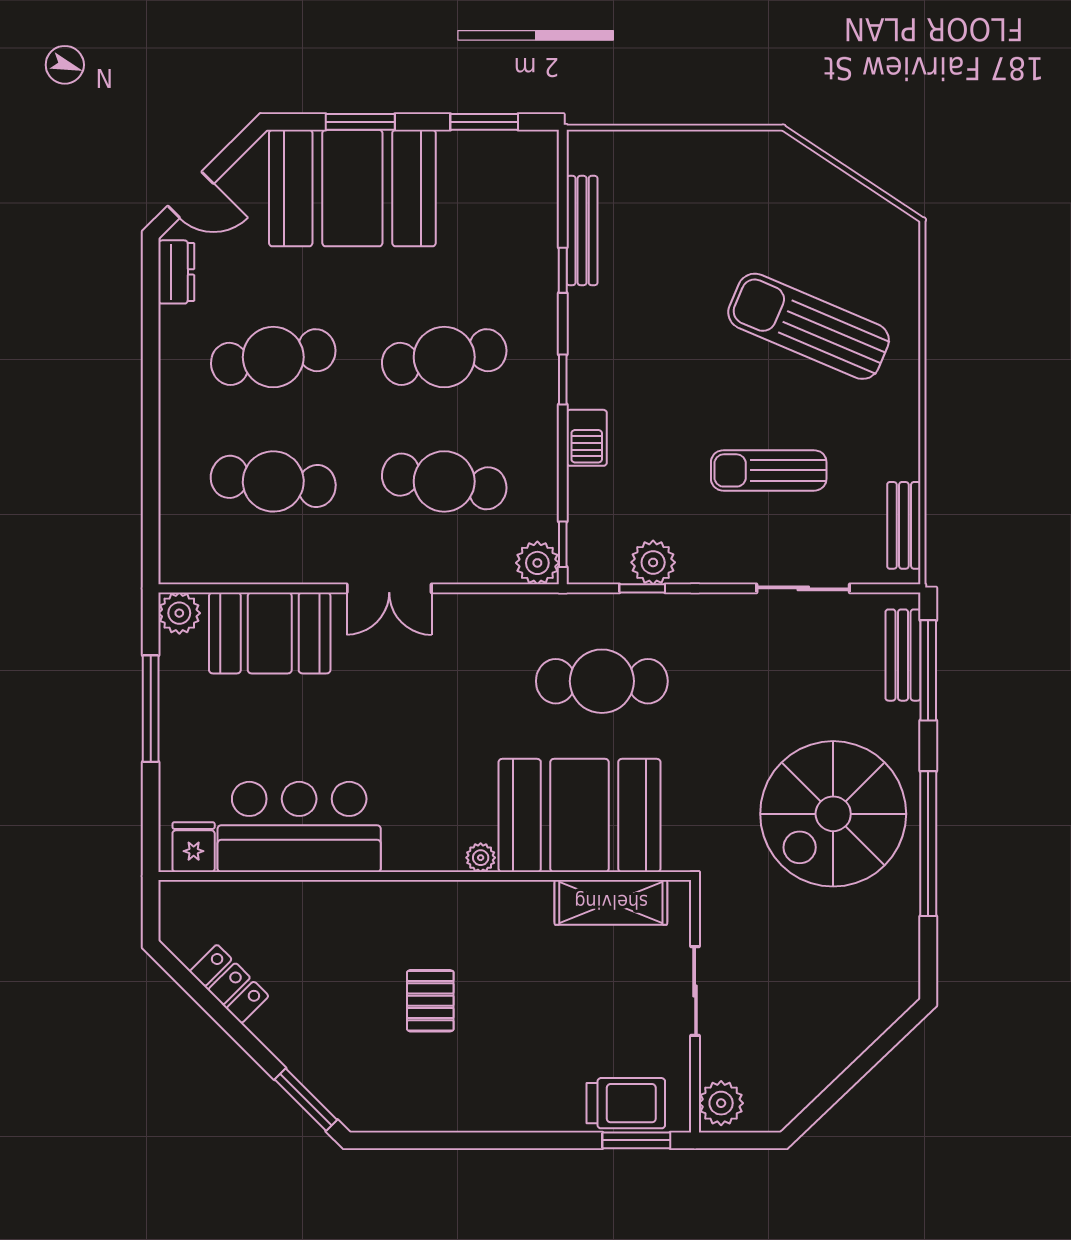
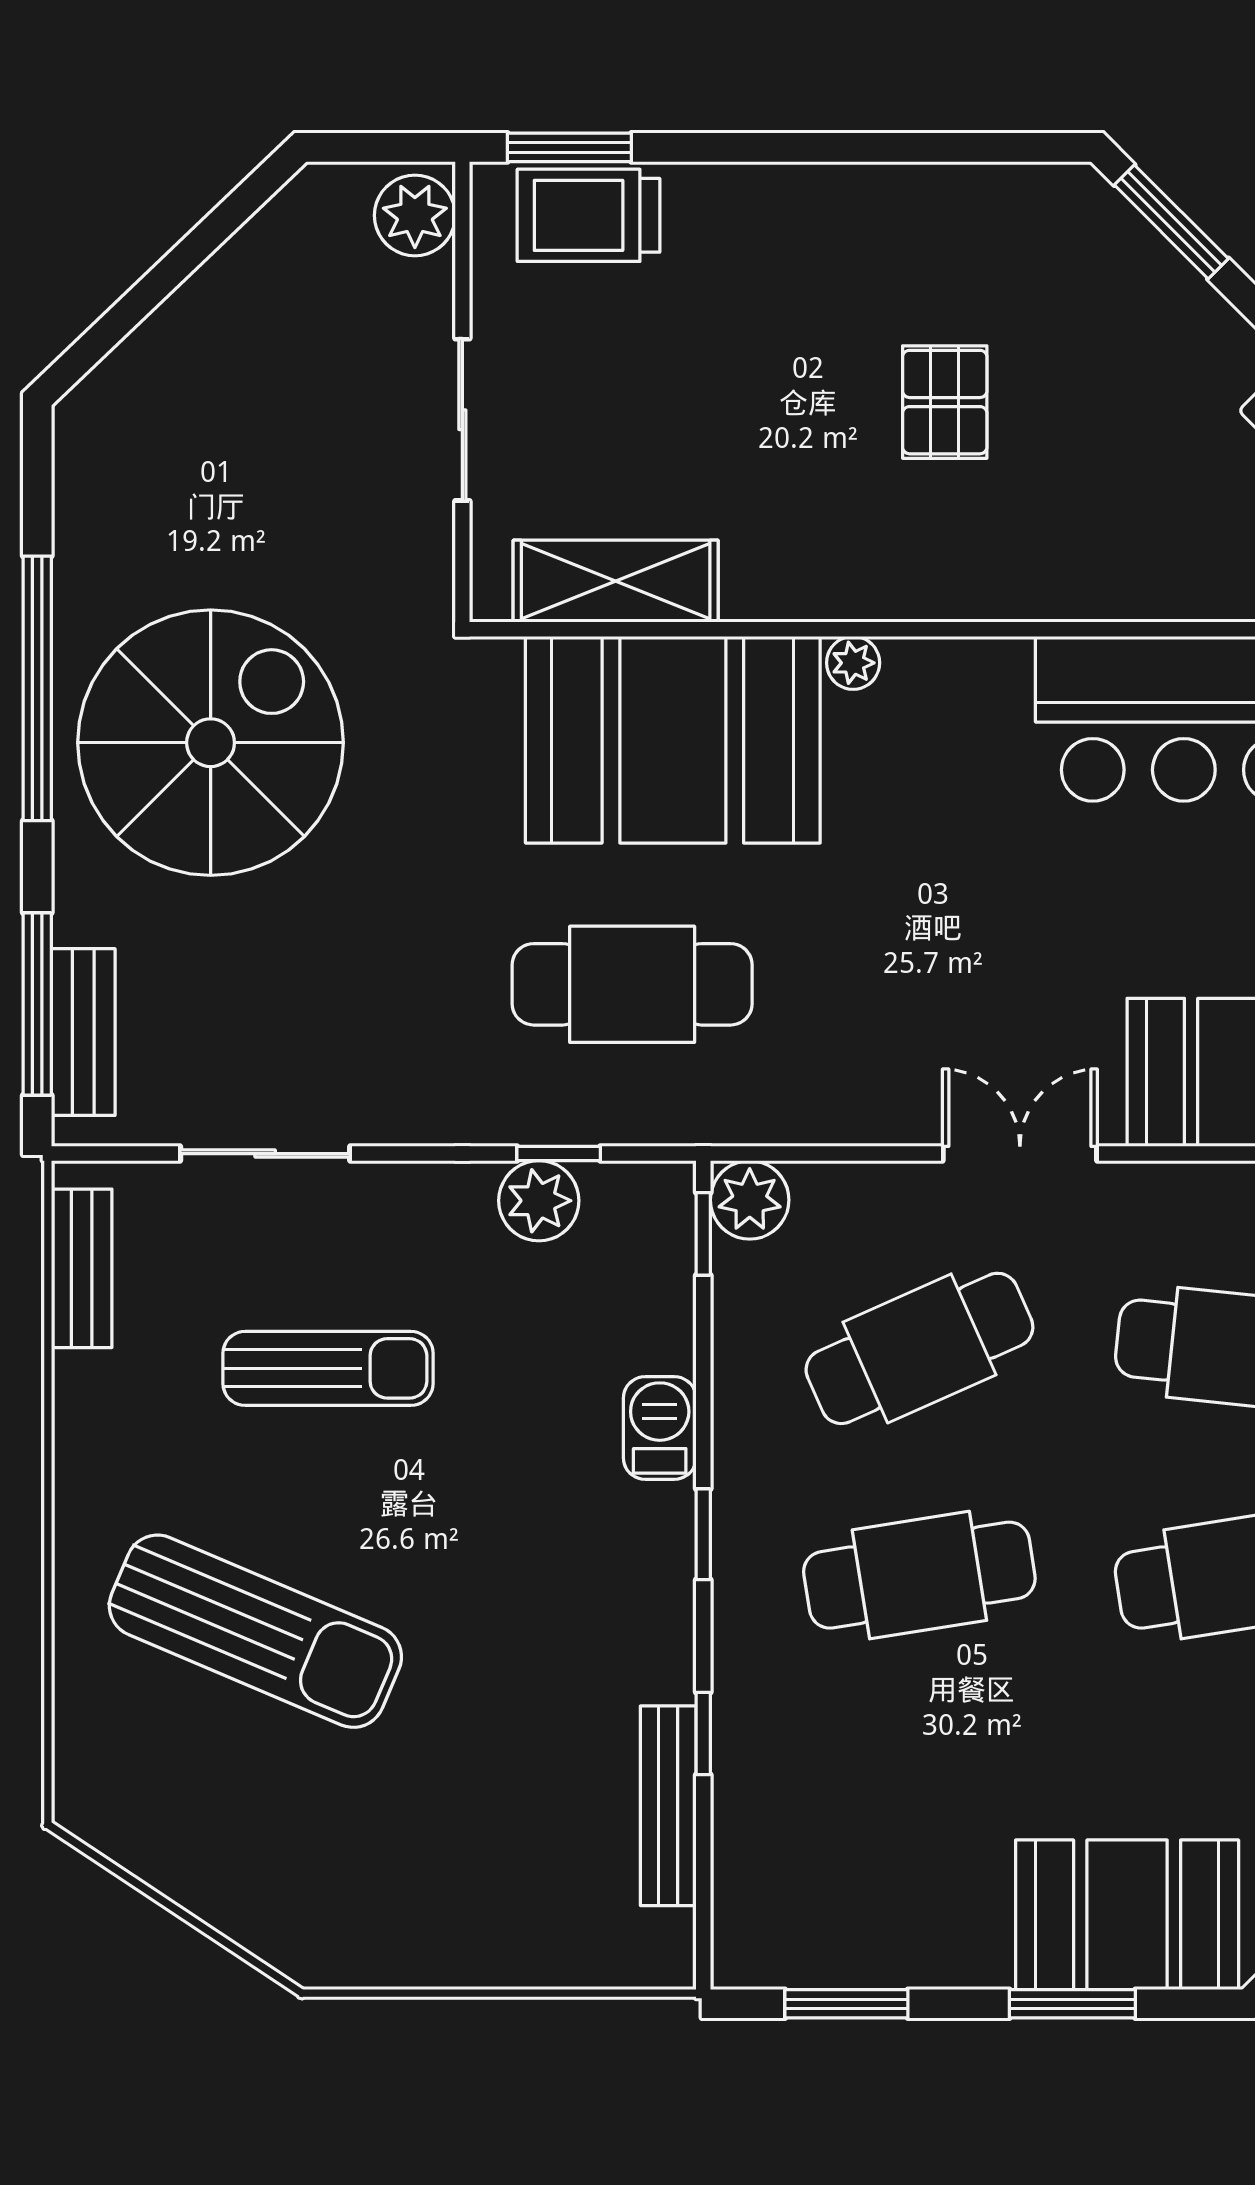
booth: (352, 188) -> (1127, 1915), width x0.73, depth x0.70
cafe table: (444, 481) -> (919, 1348), turned -33

